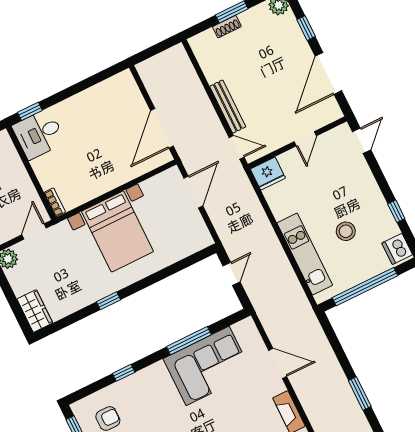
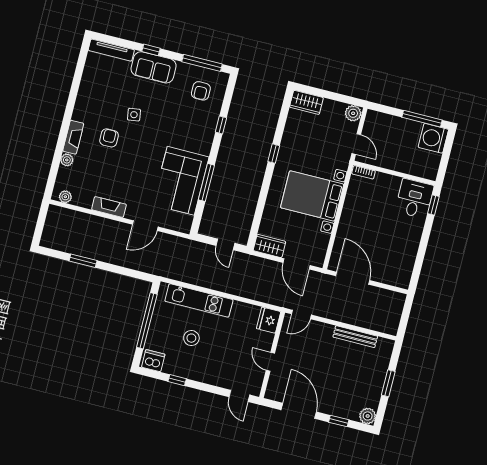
shoe rack: (227, 27) -> (382, 372), removed
bench: (228, 107) -> (355, 337), moved
wardrobe: (198, 232) -> (269, 246), added

